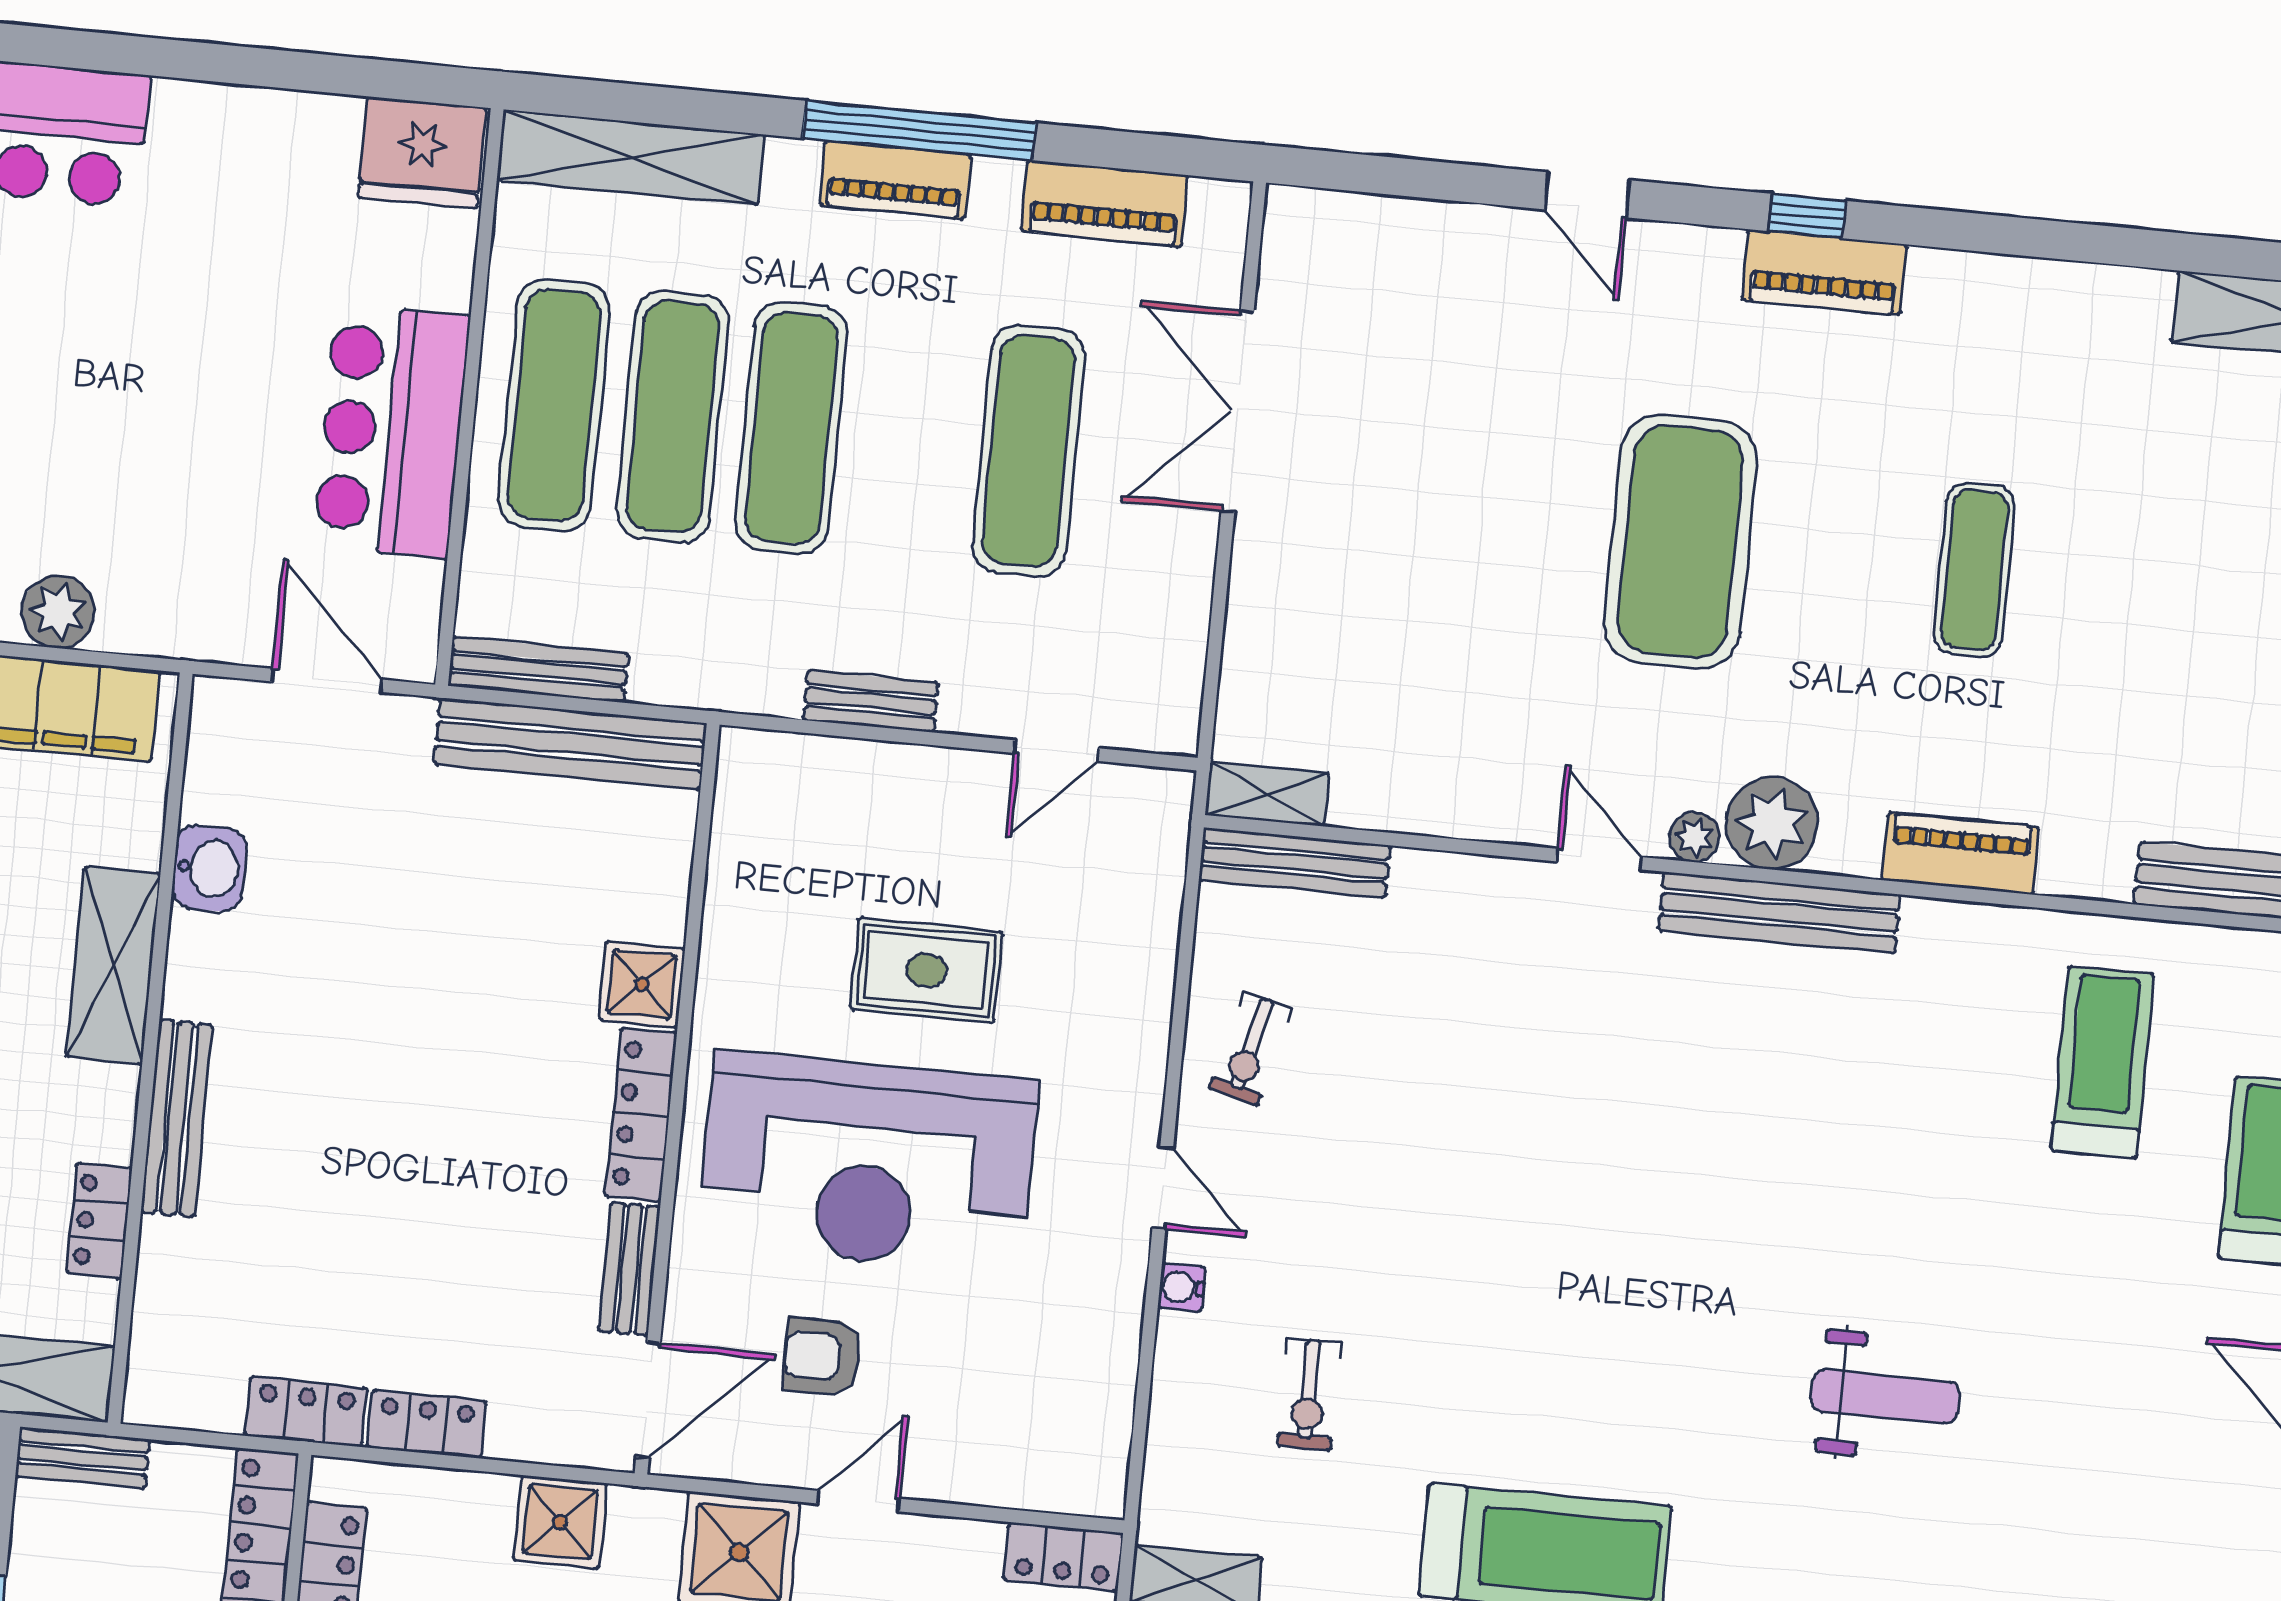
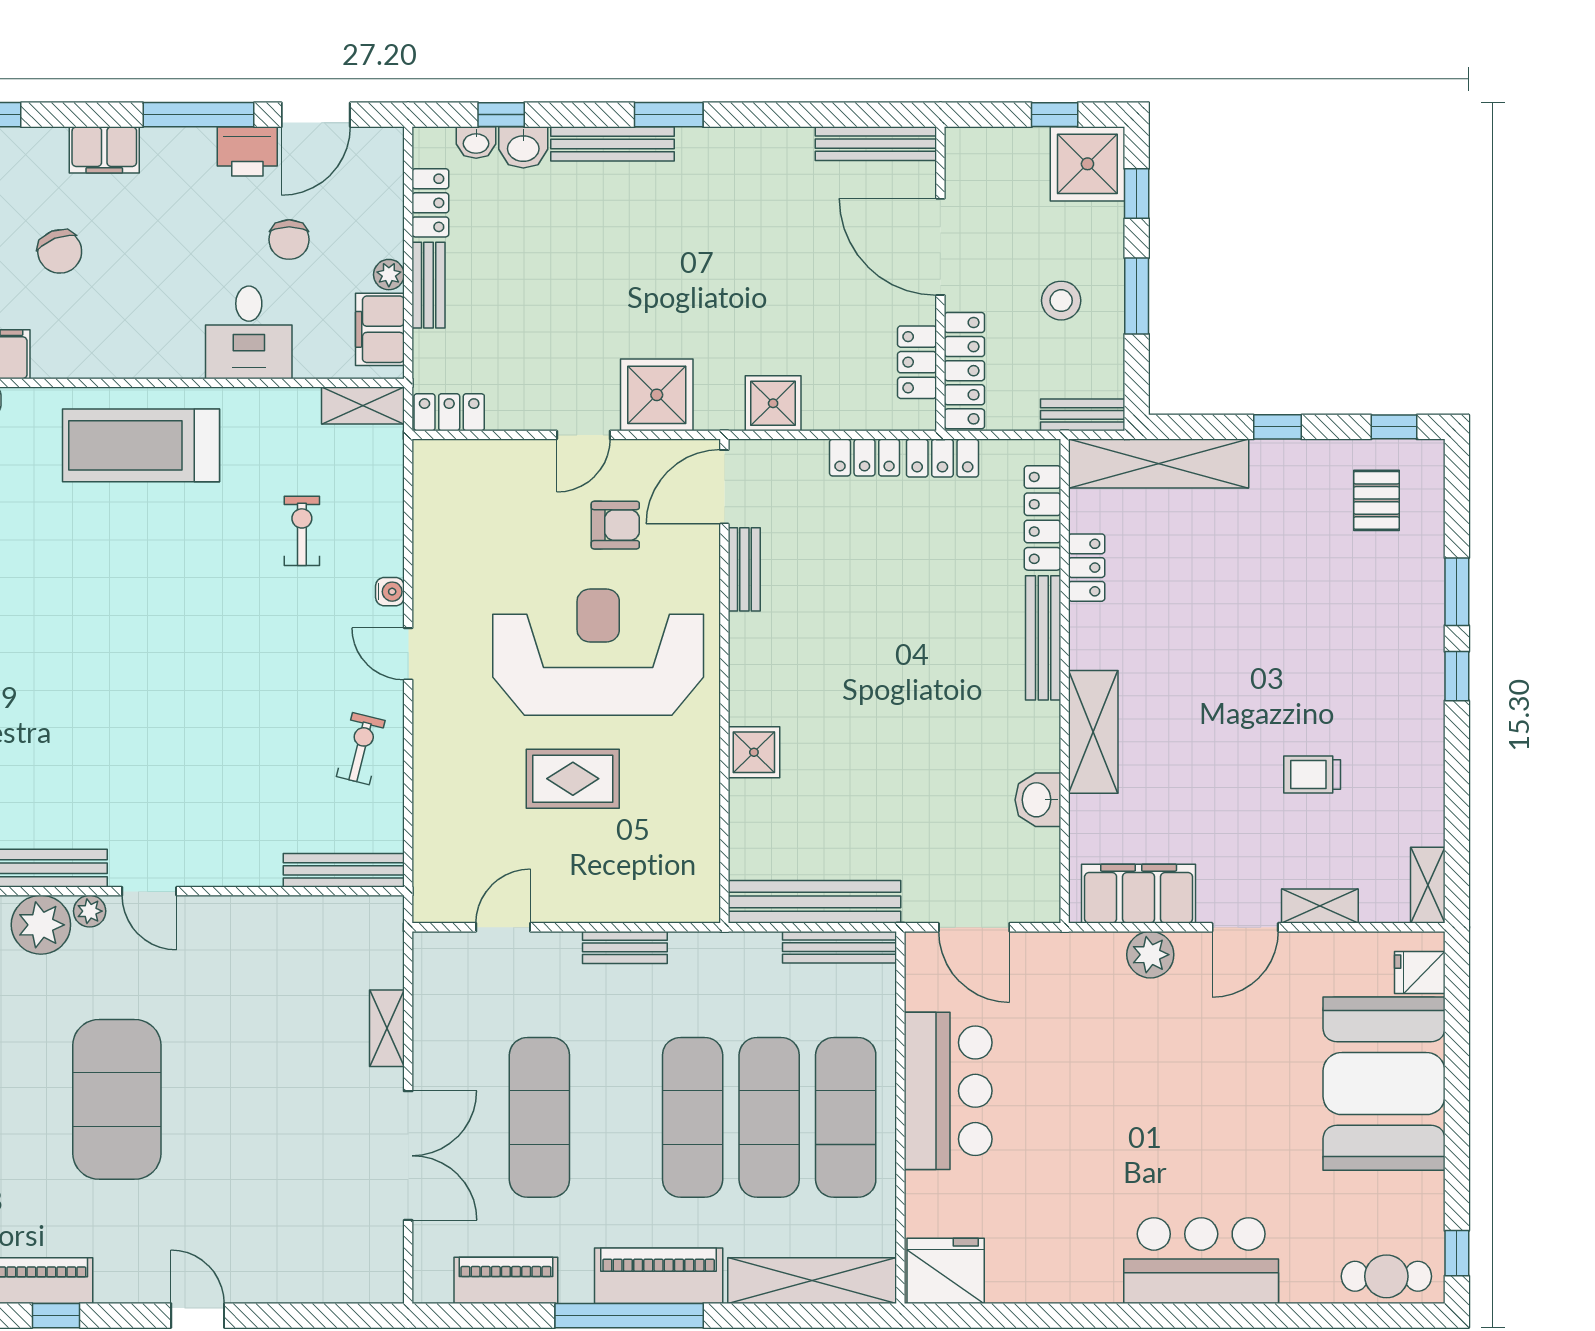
piano: (895, 180) -> (659, 1276), width x1.37, depth x1.33
shelving: (1267, 794) -> (387, 1028), moved, turned 90
locker: (641, 1114) -> (1043, 518), moved, turned 180

